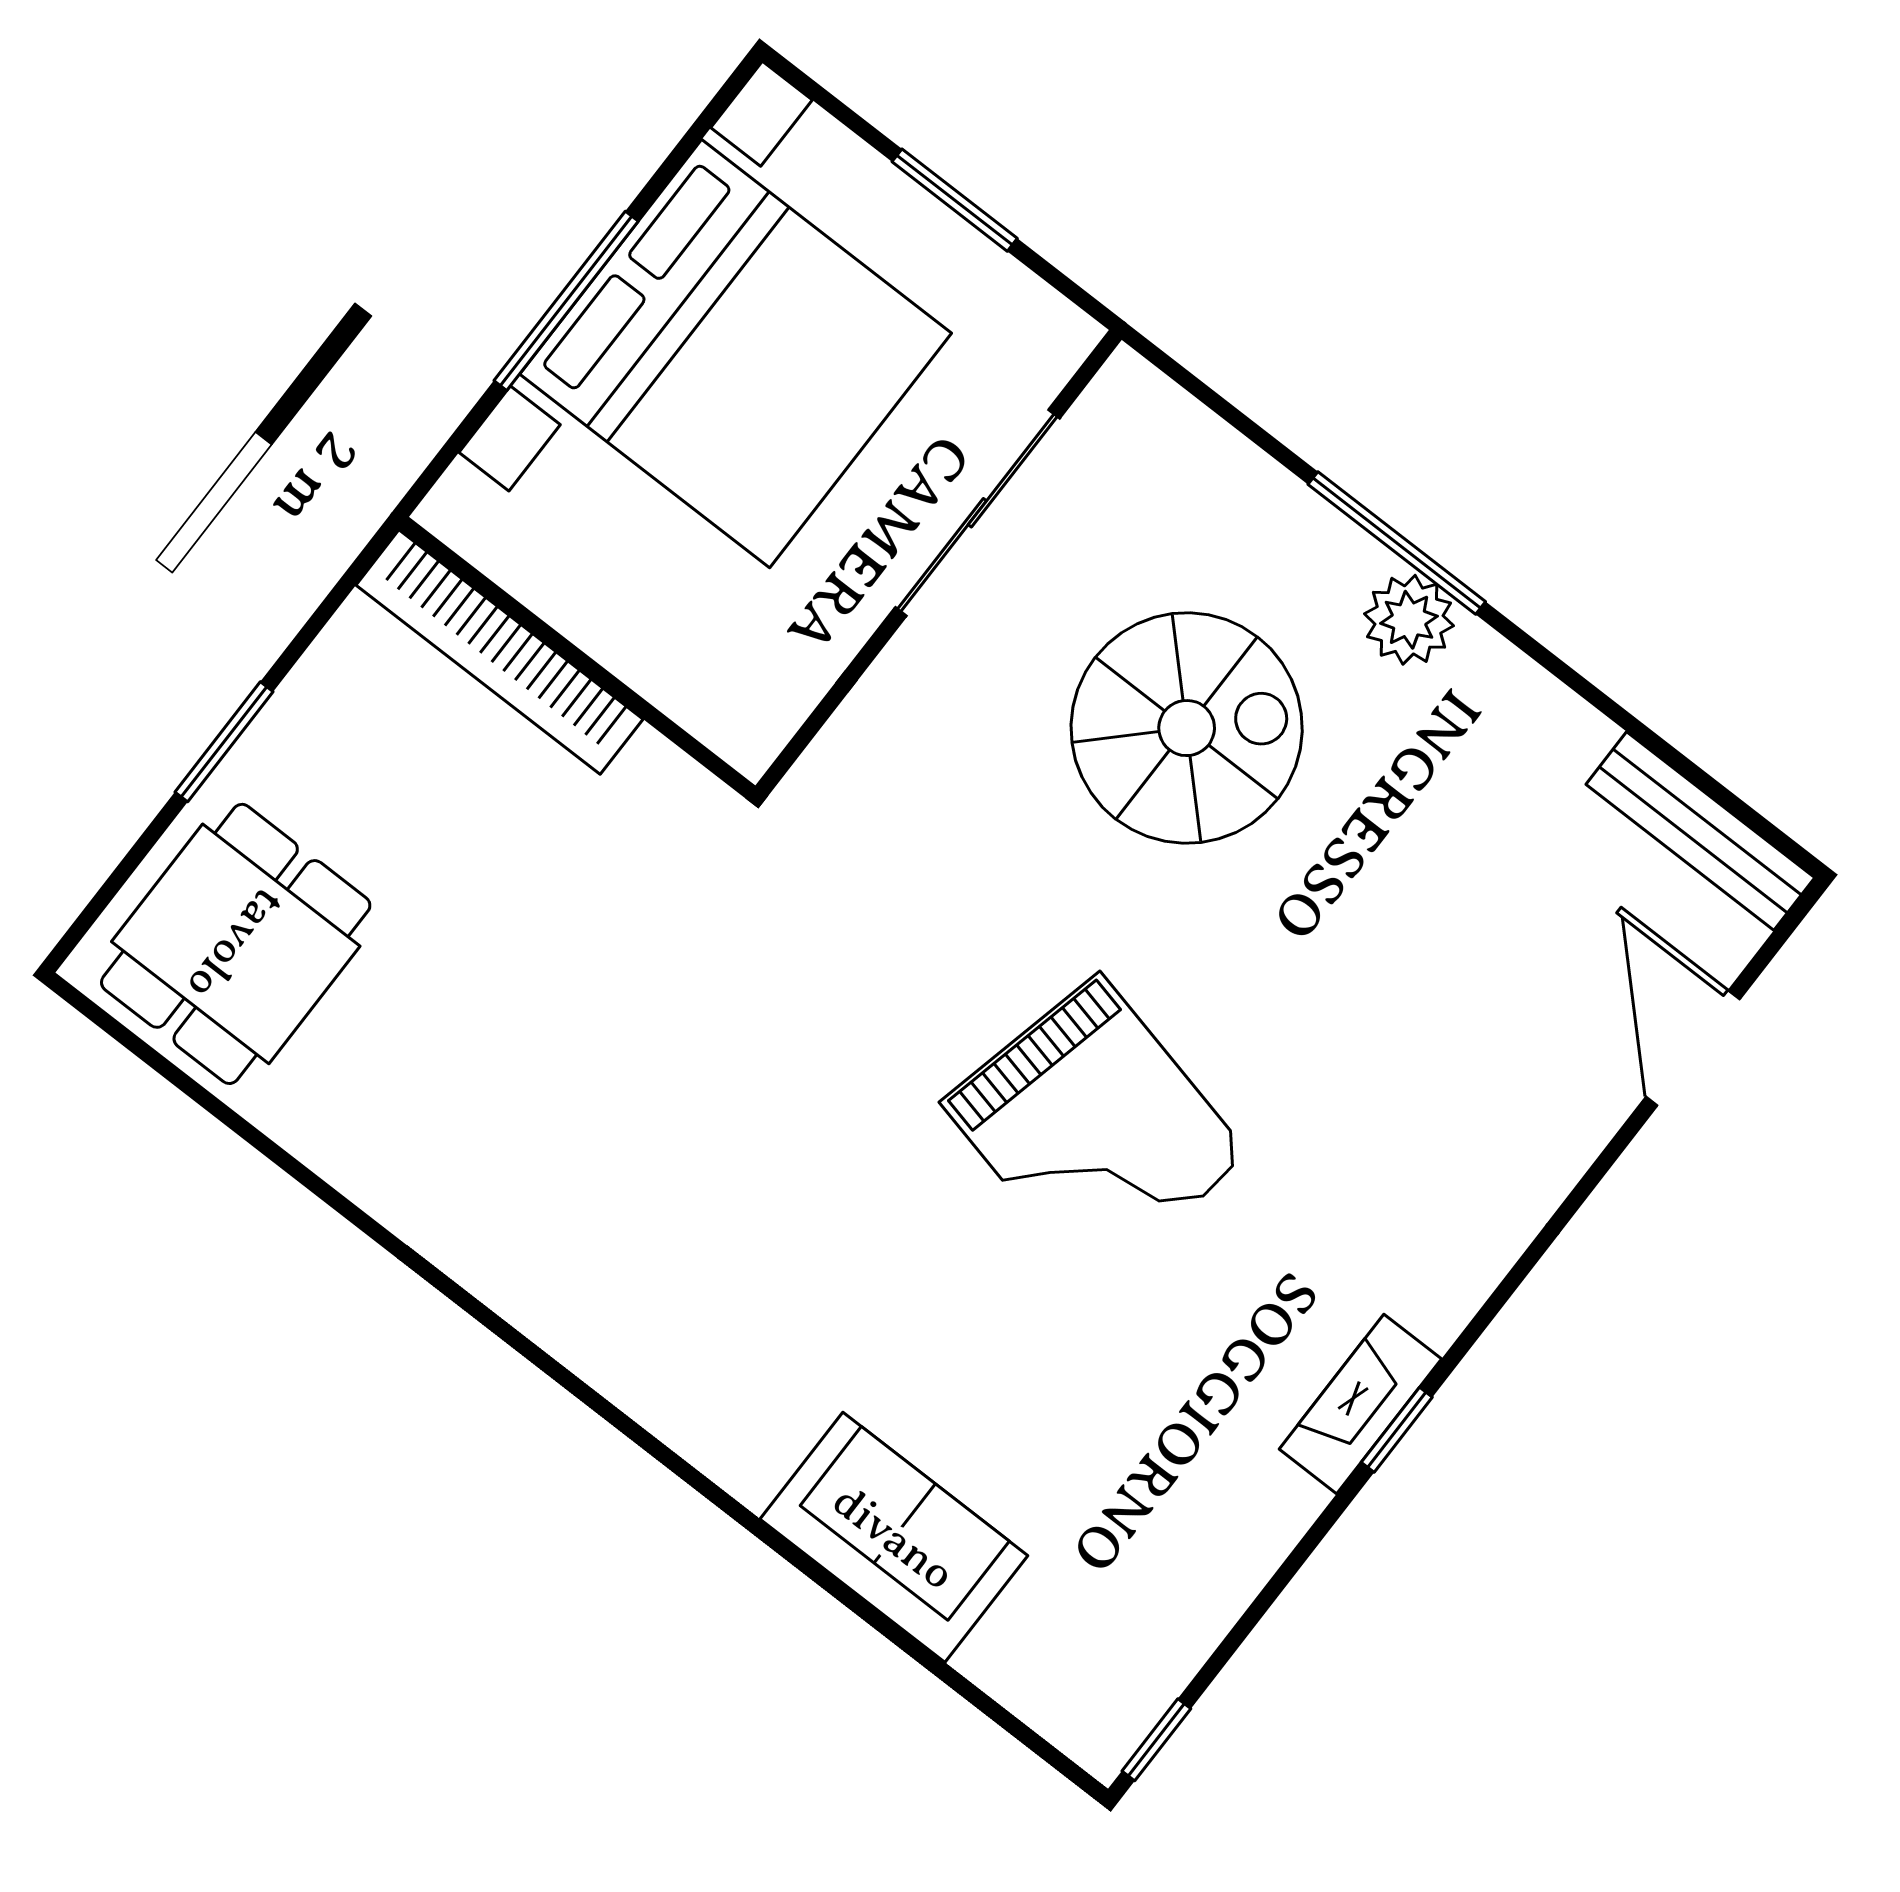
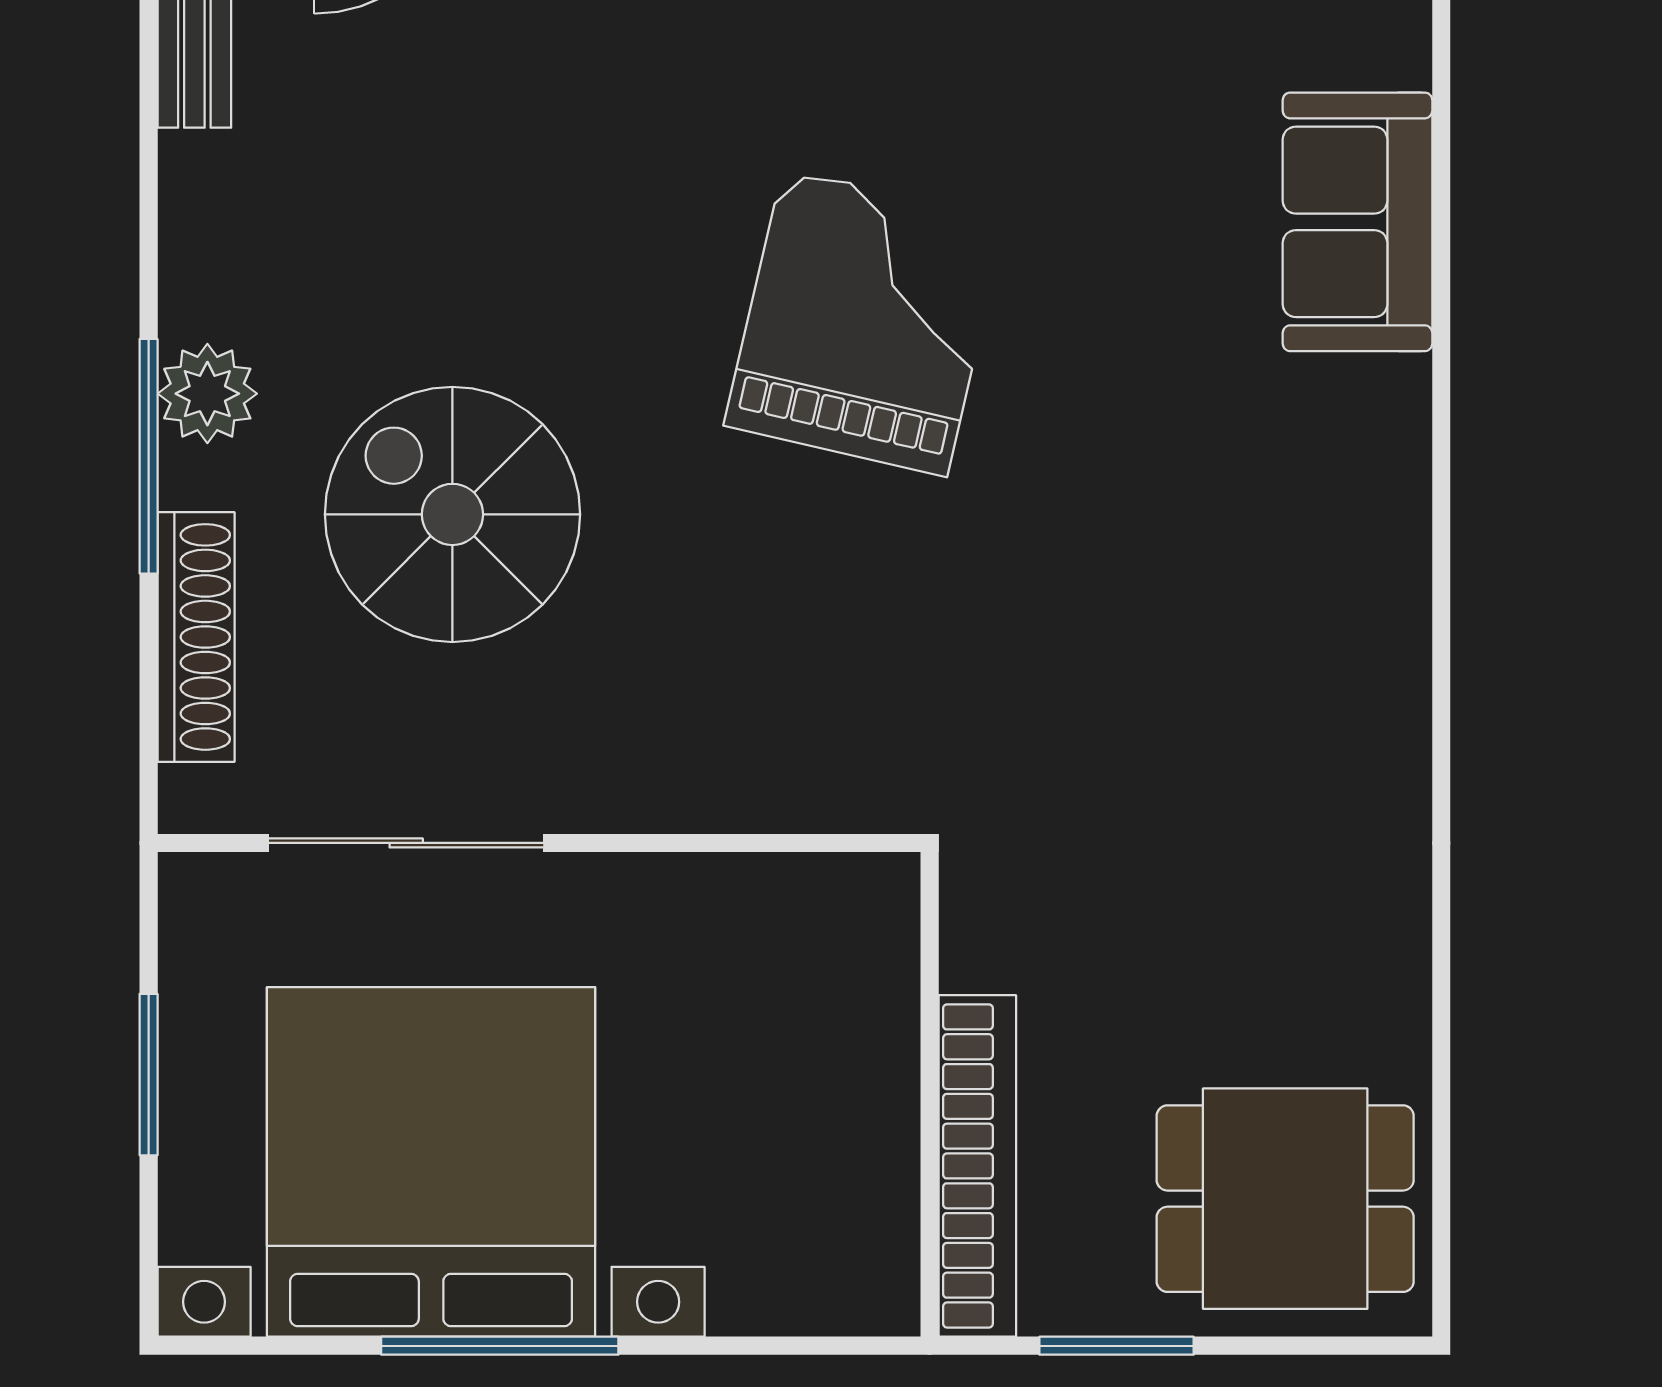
shoe rack: (1241, 477) -> (196, 637), added
bookcase: (499, 652) -> (977, 1166), moved
wall: (577, 658) -> (930, 1094), moved

